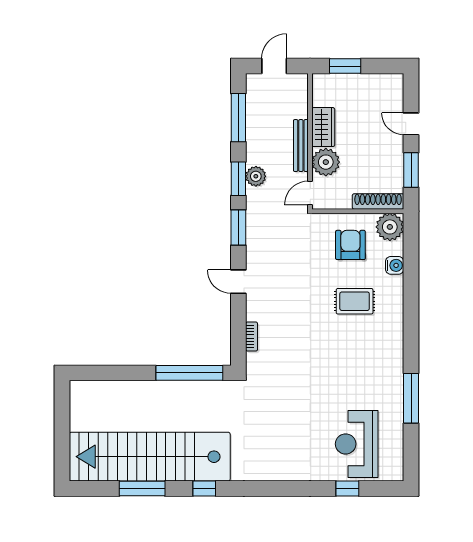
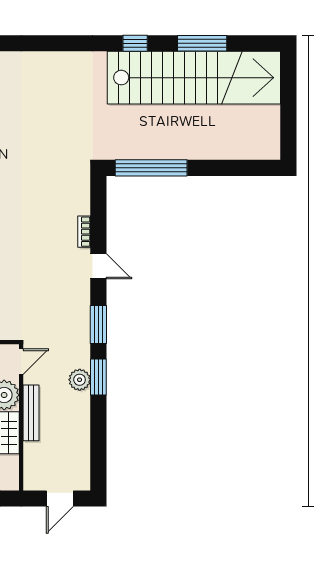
window: (238, 118) -> (98, 443), removed
bookcase: (252, 337) -> (84, 232), moved

